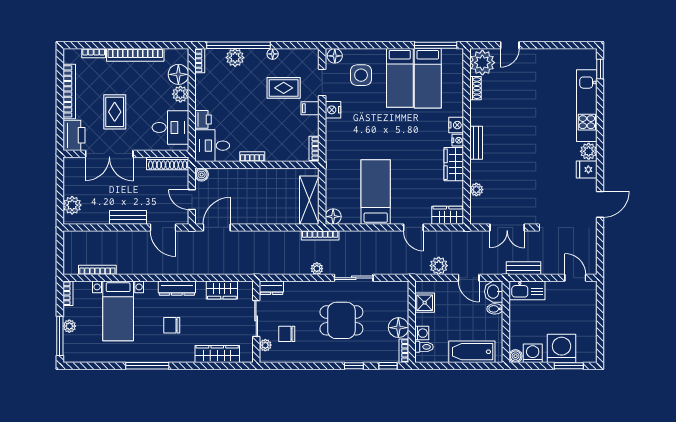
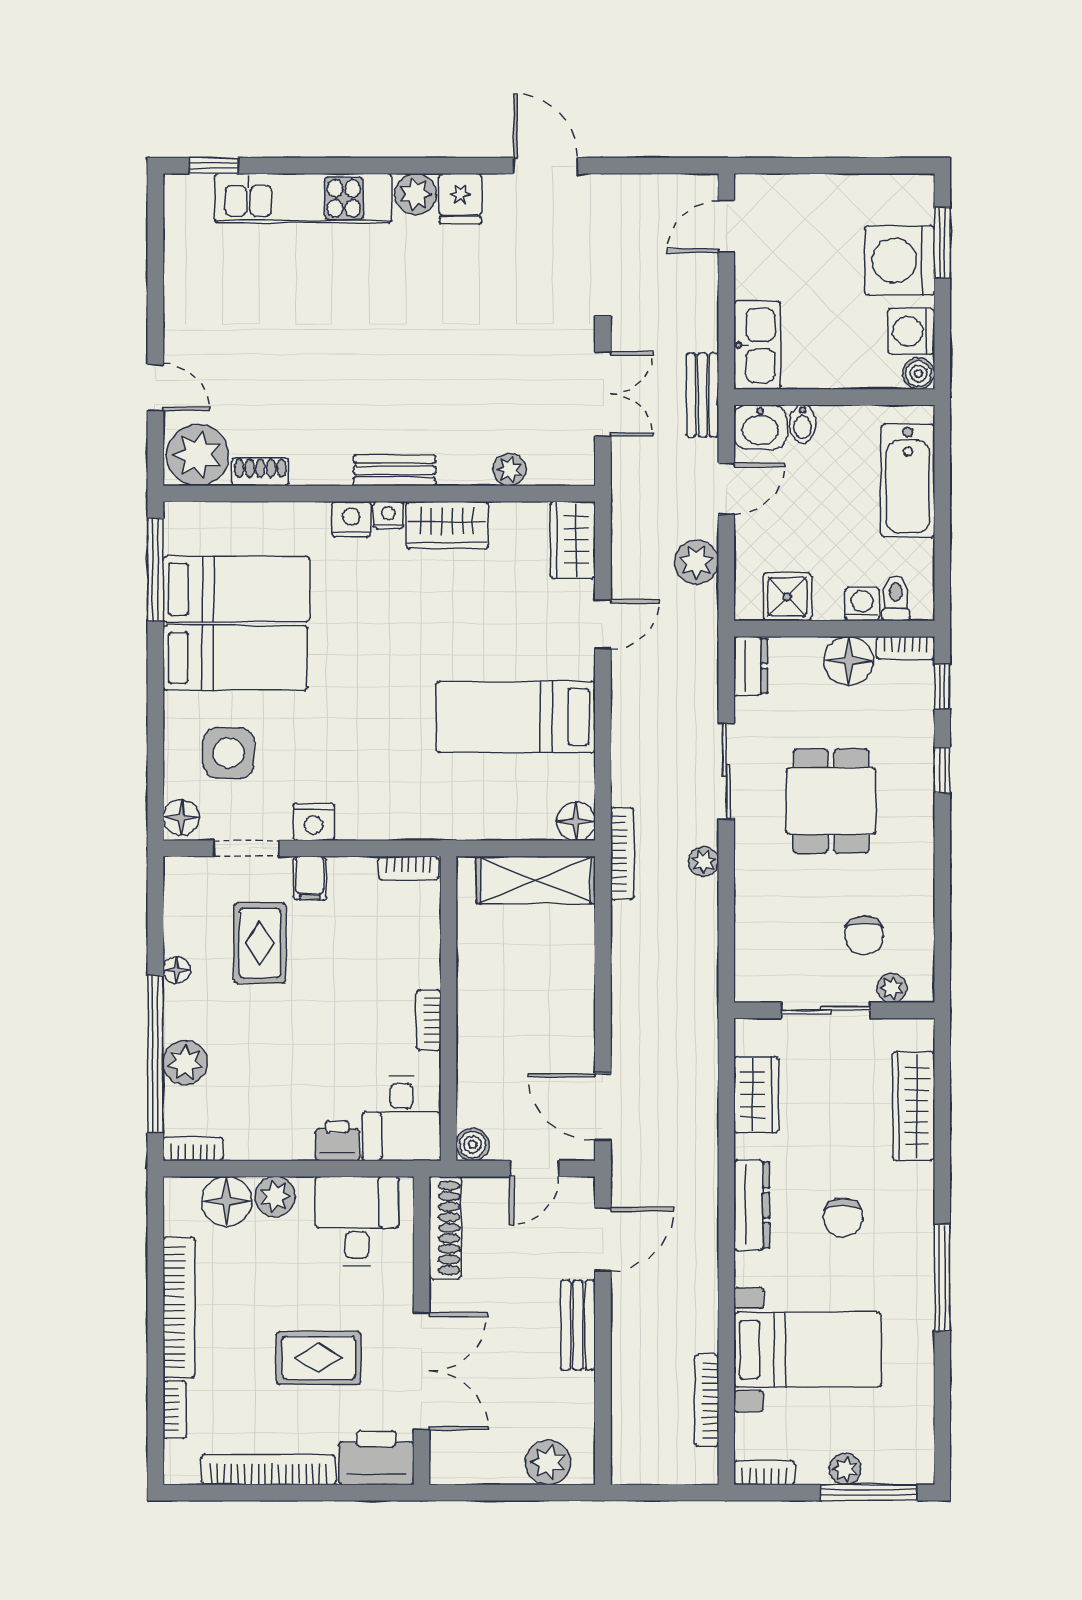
bench: (523, 268) -> (702, 395), moved
dresser: (271, 288) -> (751, 666), moved

